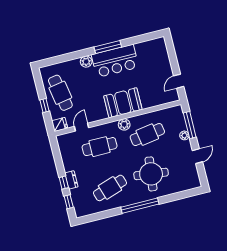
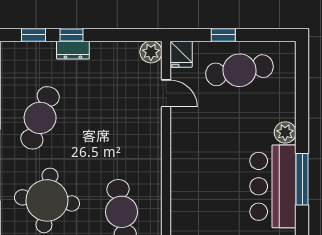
booth: (123, 103) -> (192, 181), removed
plant: (124, 124) -> (151, 52), moved
cafe table: (100, 147) -> (122, 118), removed
cafe table: (110, 188) -> (40, 118), turned 39

